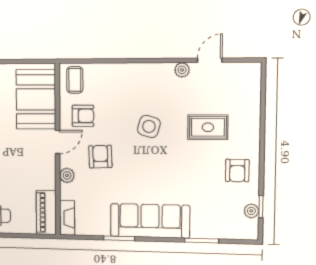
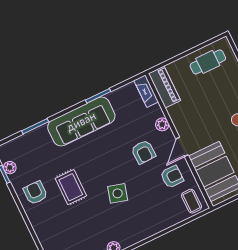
armchair: (83, 116) -> (172, 177), turned 180
rug: (208, 127) -> (71, 187), moved, turned 90

